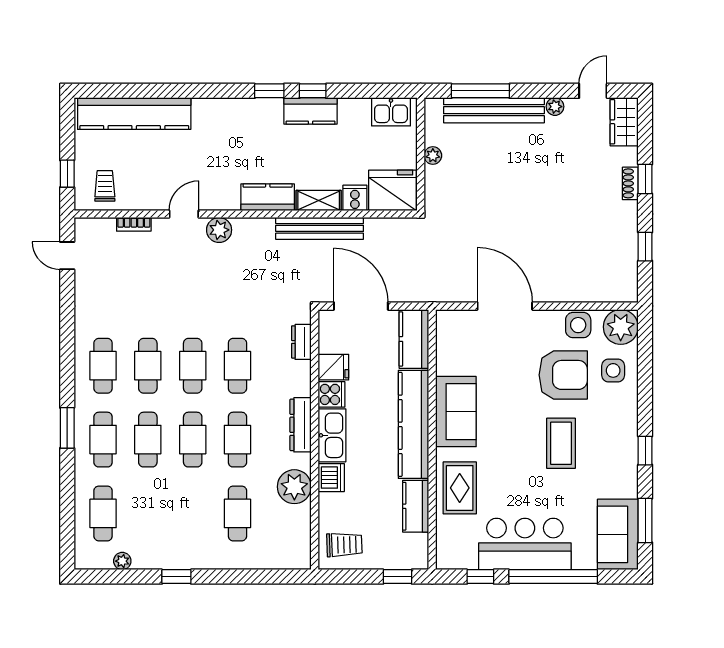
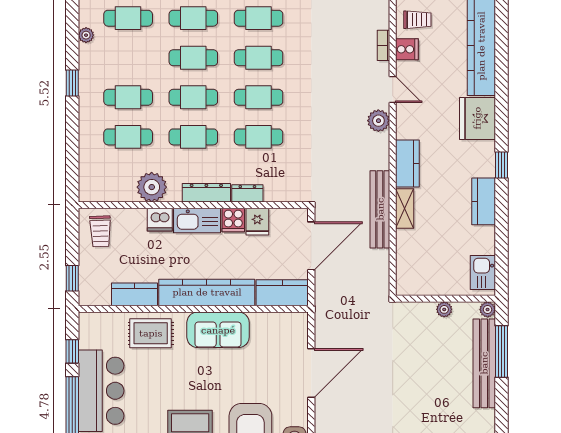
window: (313, 91) -> (501, 203), removed
plant: (555, 107) -> (488, 310), moved
fridge: (393, 190) -> (477, 118), moved, turned 180
cooker: (355, 198) -> (407, 49), moved
dresser: (301, 342) -> (247, 193), moved
cafe table: (193, 513) -> (128, 97), added

